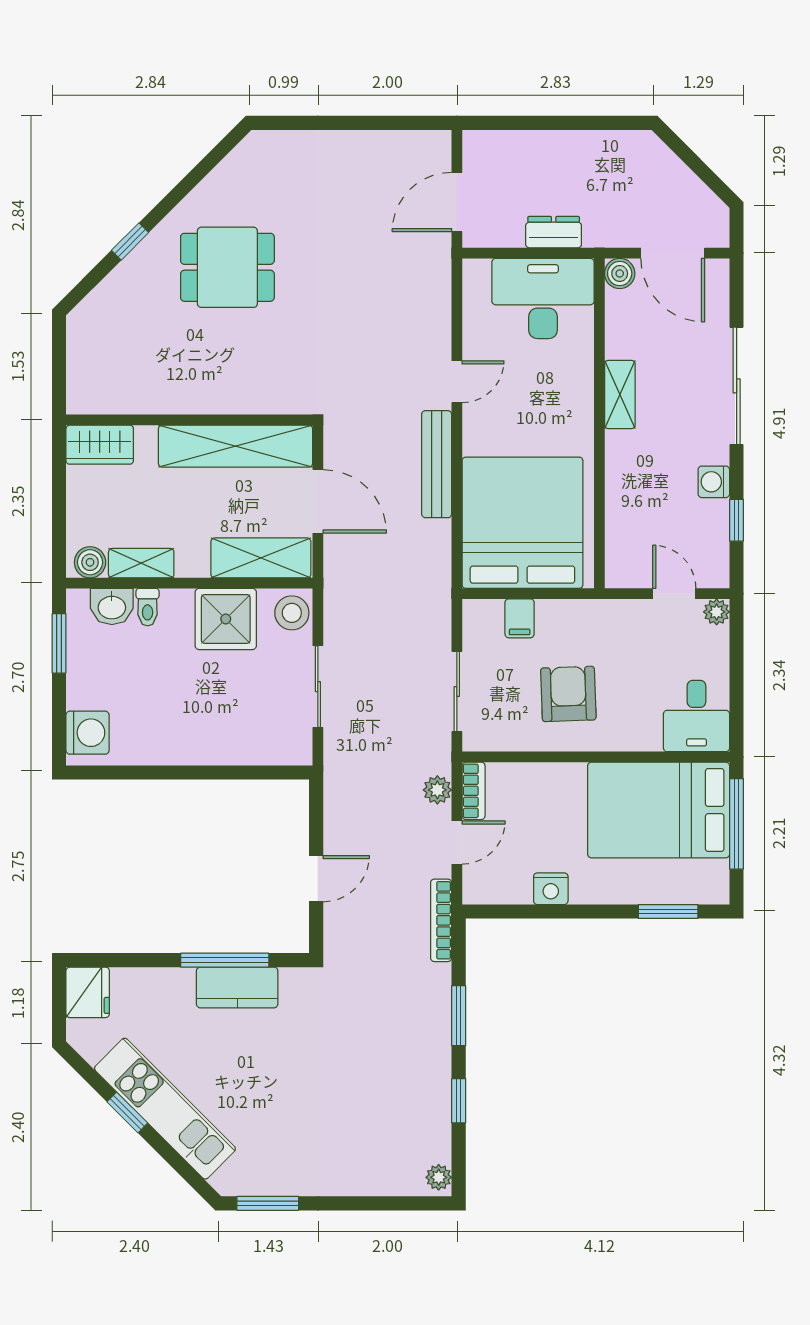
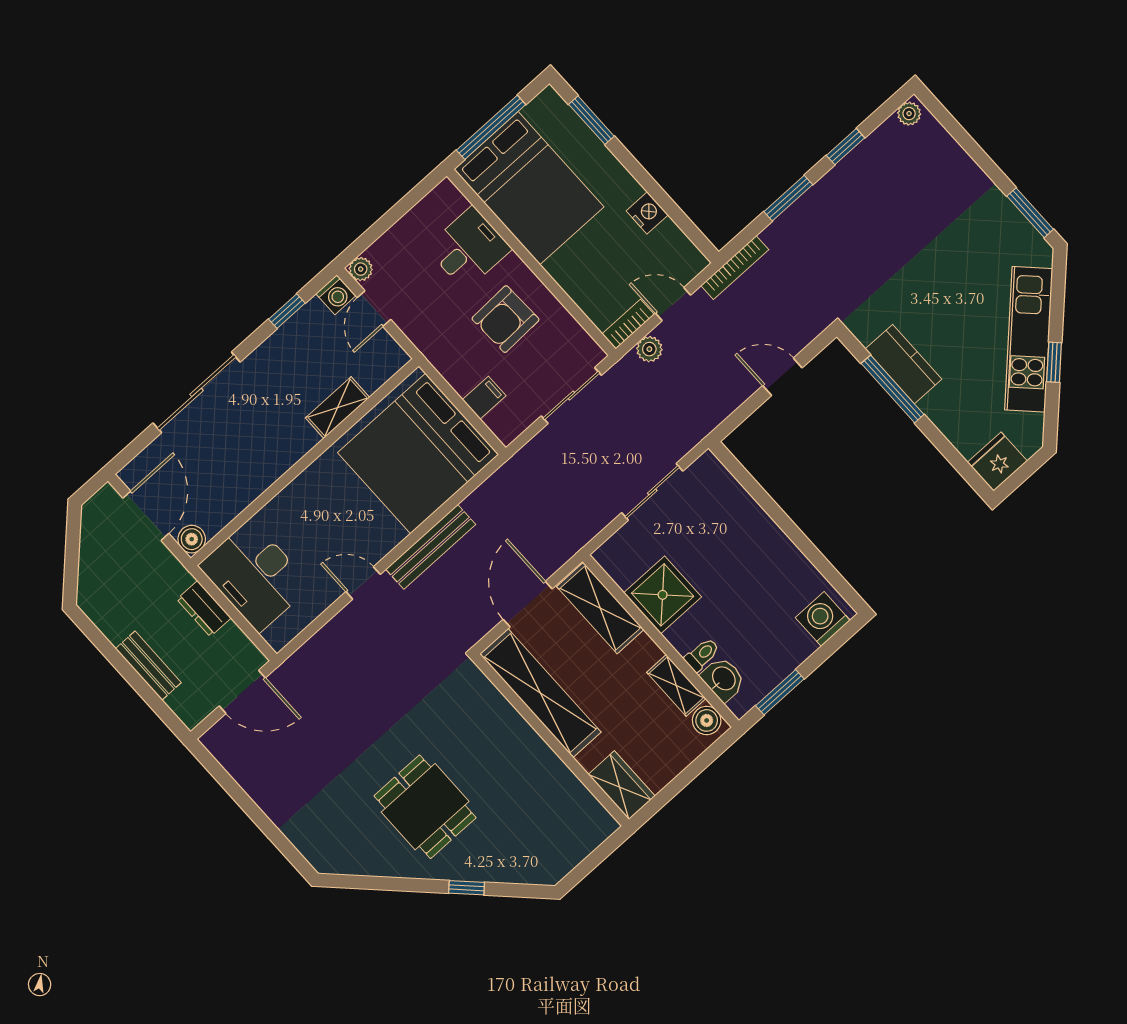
bench: (548, 144) -> (148, 666), added
shelving: (620, 395) -> (338, 408), moved
washing machine: (714, 482) -> (336, 295), moved
stool: (292, 613) -> (618, 554), removed
desk: (696, 716) -> (469, 248), moved

